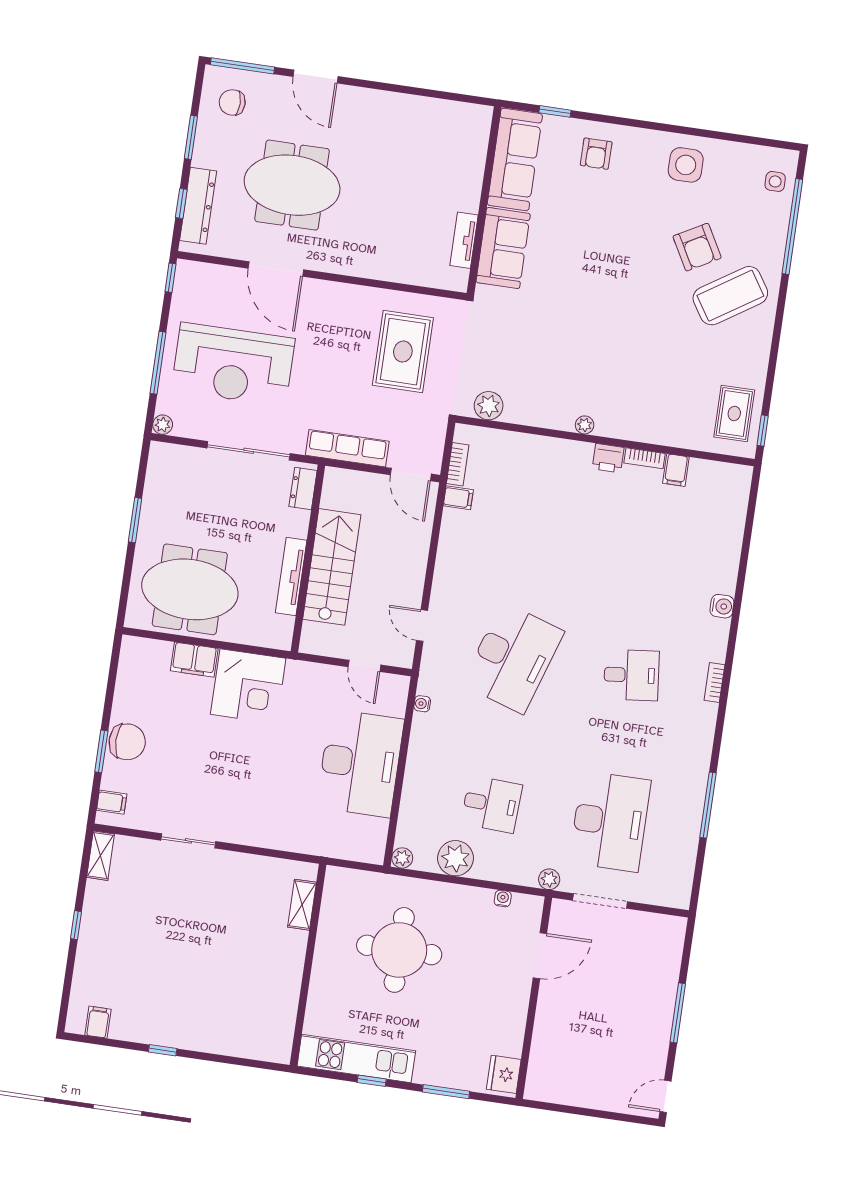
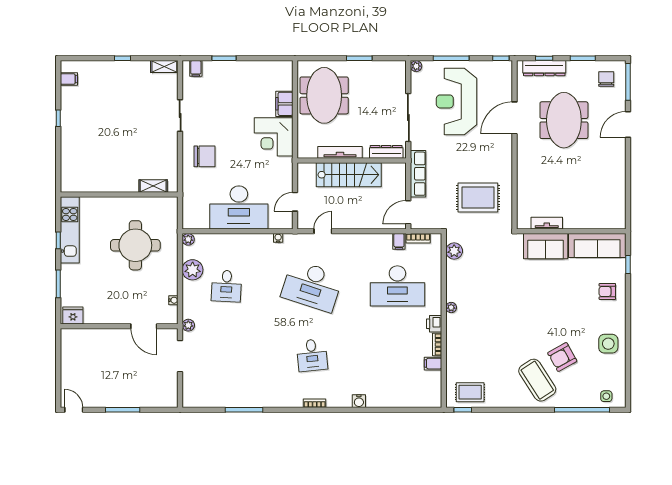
dresser: (303, 489) -> (386, 152), width x1.44
chair: (127, 742) -> (205, 156), moved, turned -90
desk: (610, 821) -> (397, 286), moved

